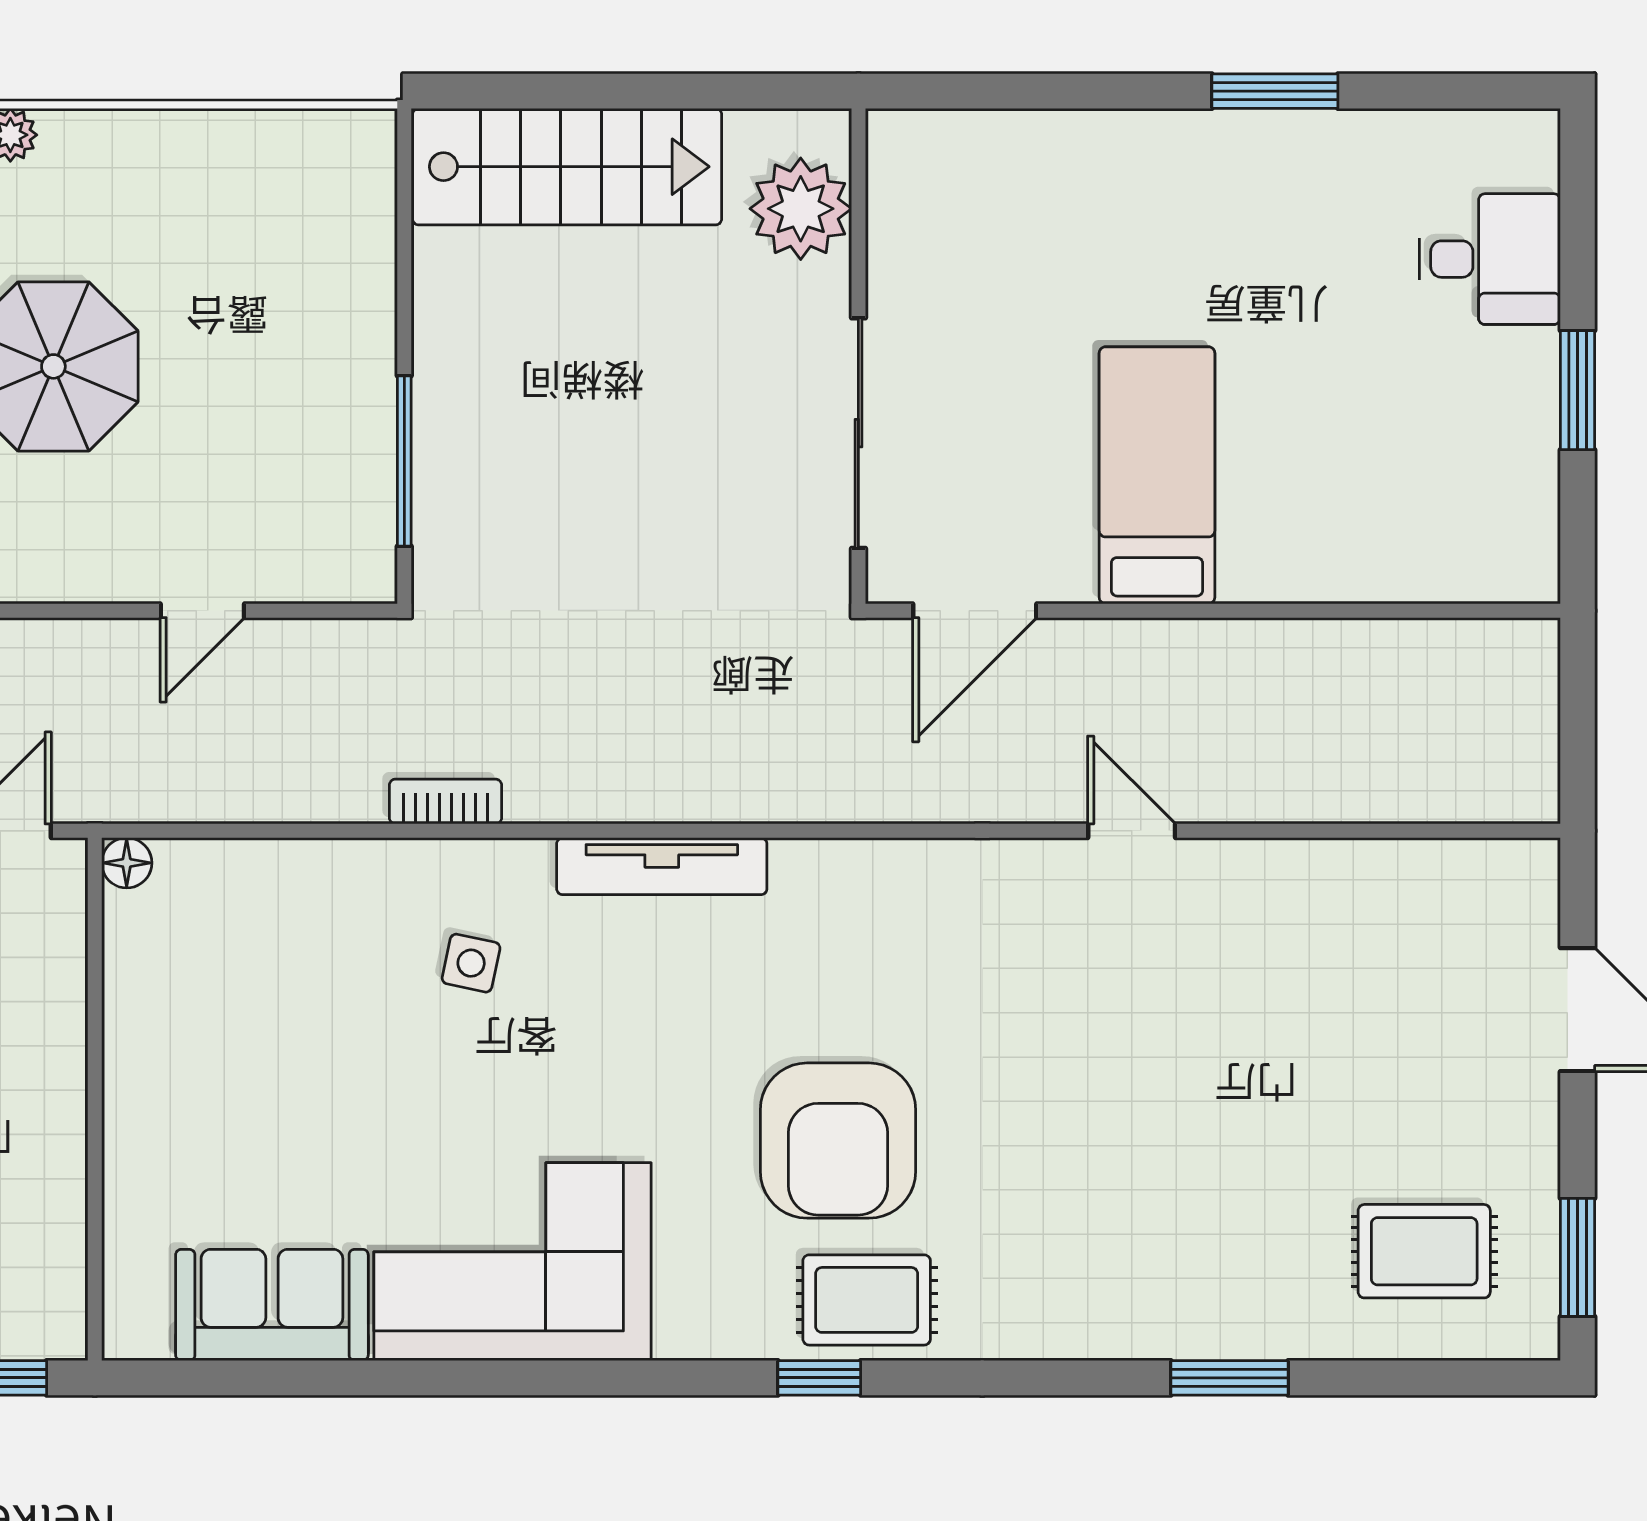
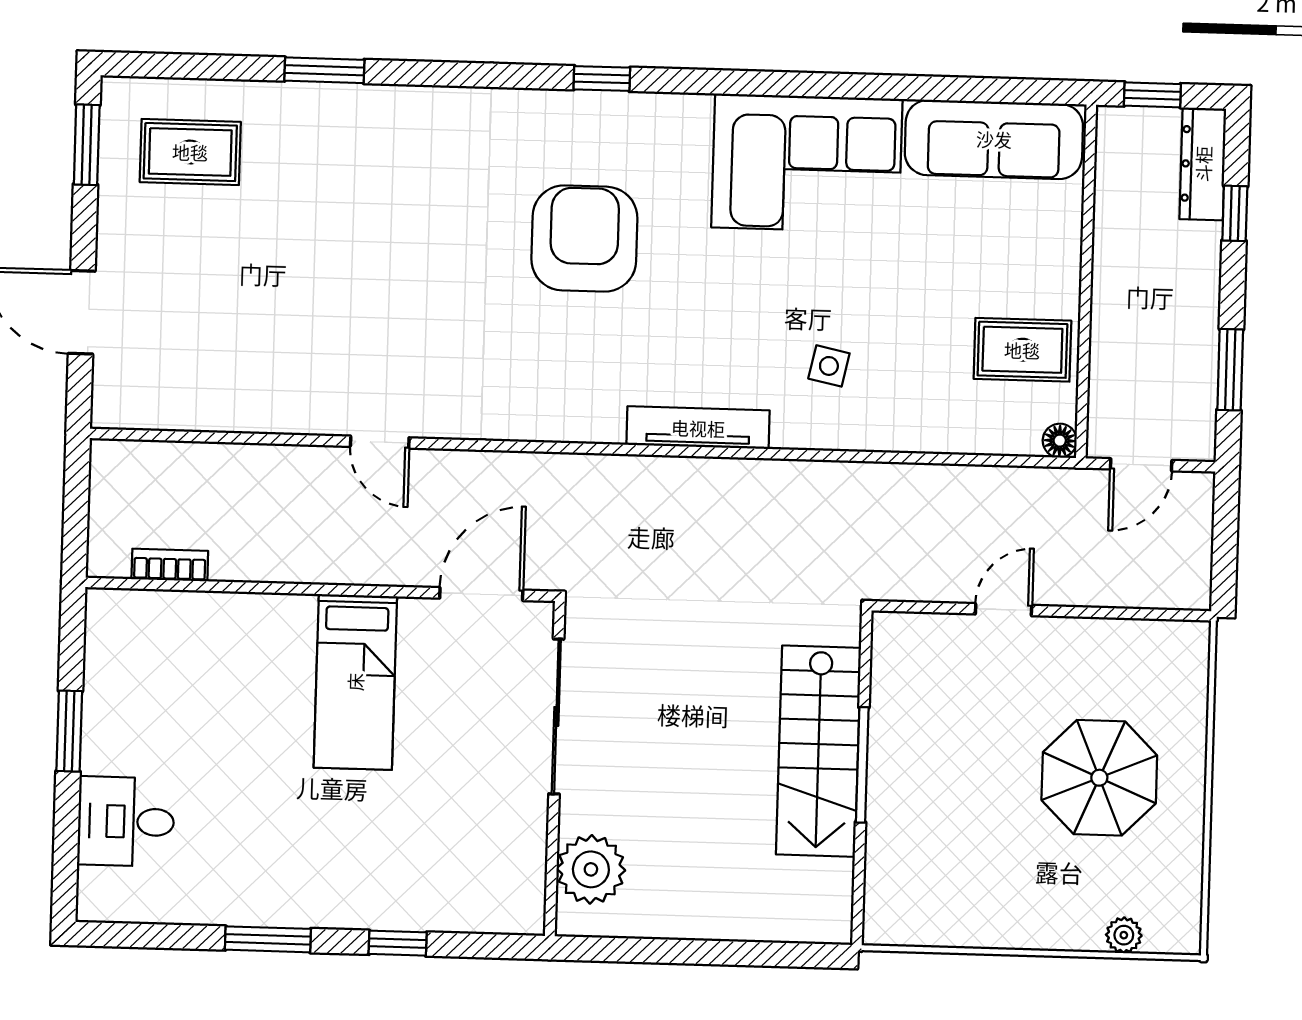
window: (1083, 91) -> (398, 943), added
stairs: (567, 167) -> (819, 751), moved, turned -90
window: (404, 461) -> (862, 765), moved
bookcase: (445, 802) -> (170, 565), moved, turned 180
rug: (867, 1300) -> (1022, 350), moved
sofa: (272, 1305) -> (994, 139), width x1.36

